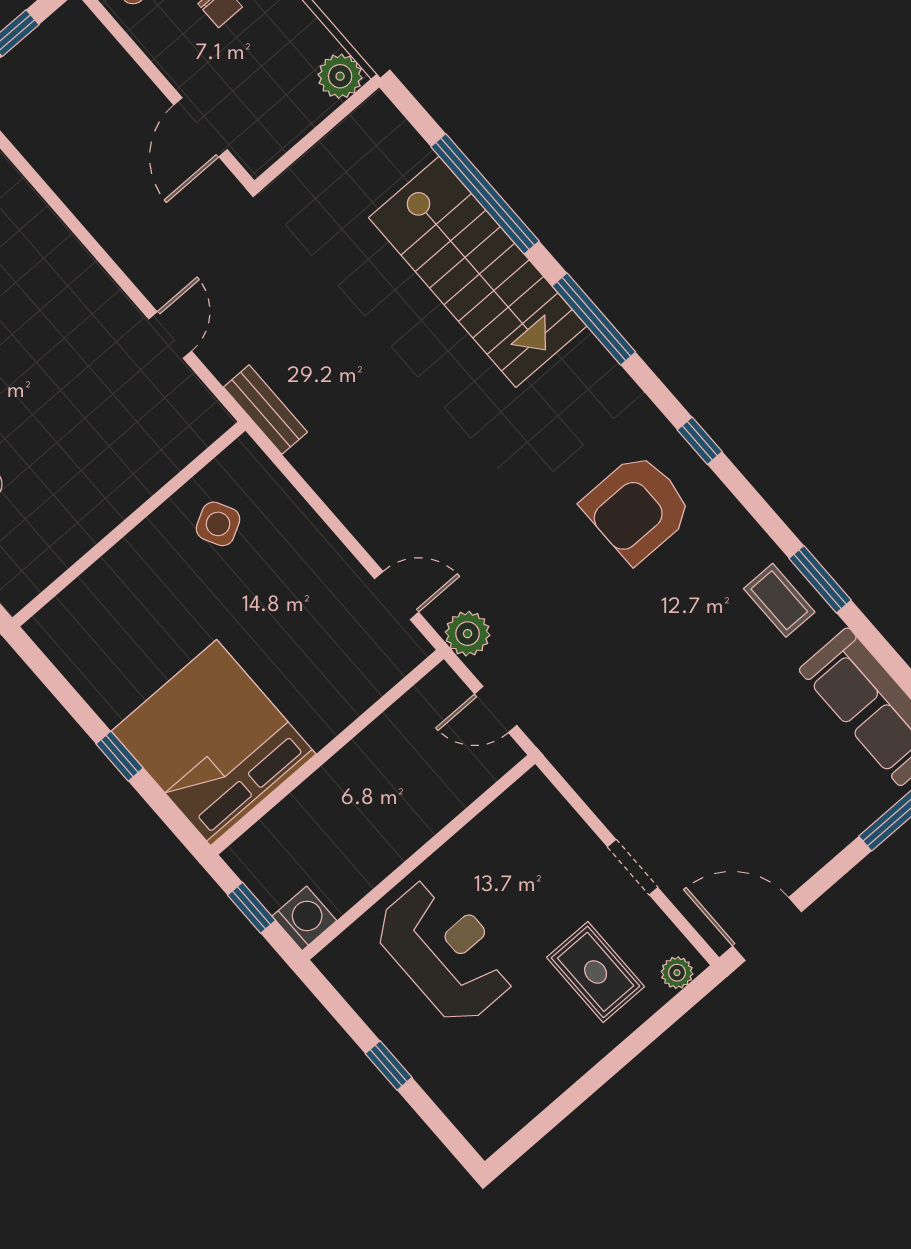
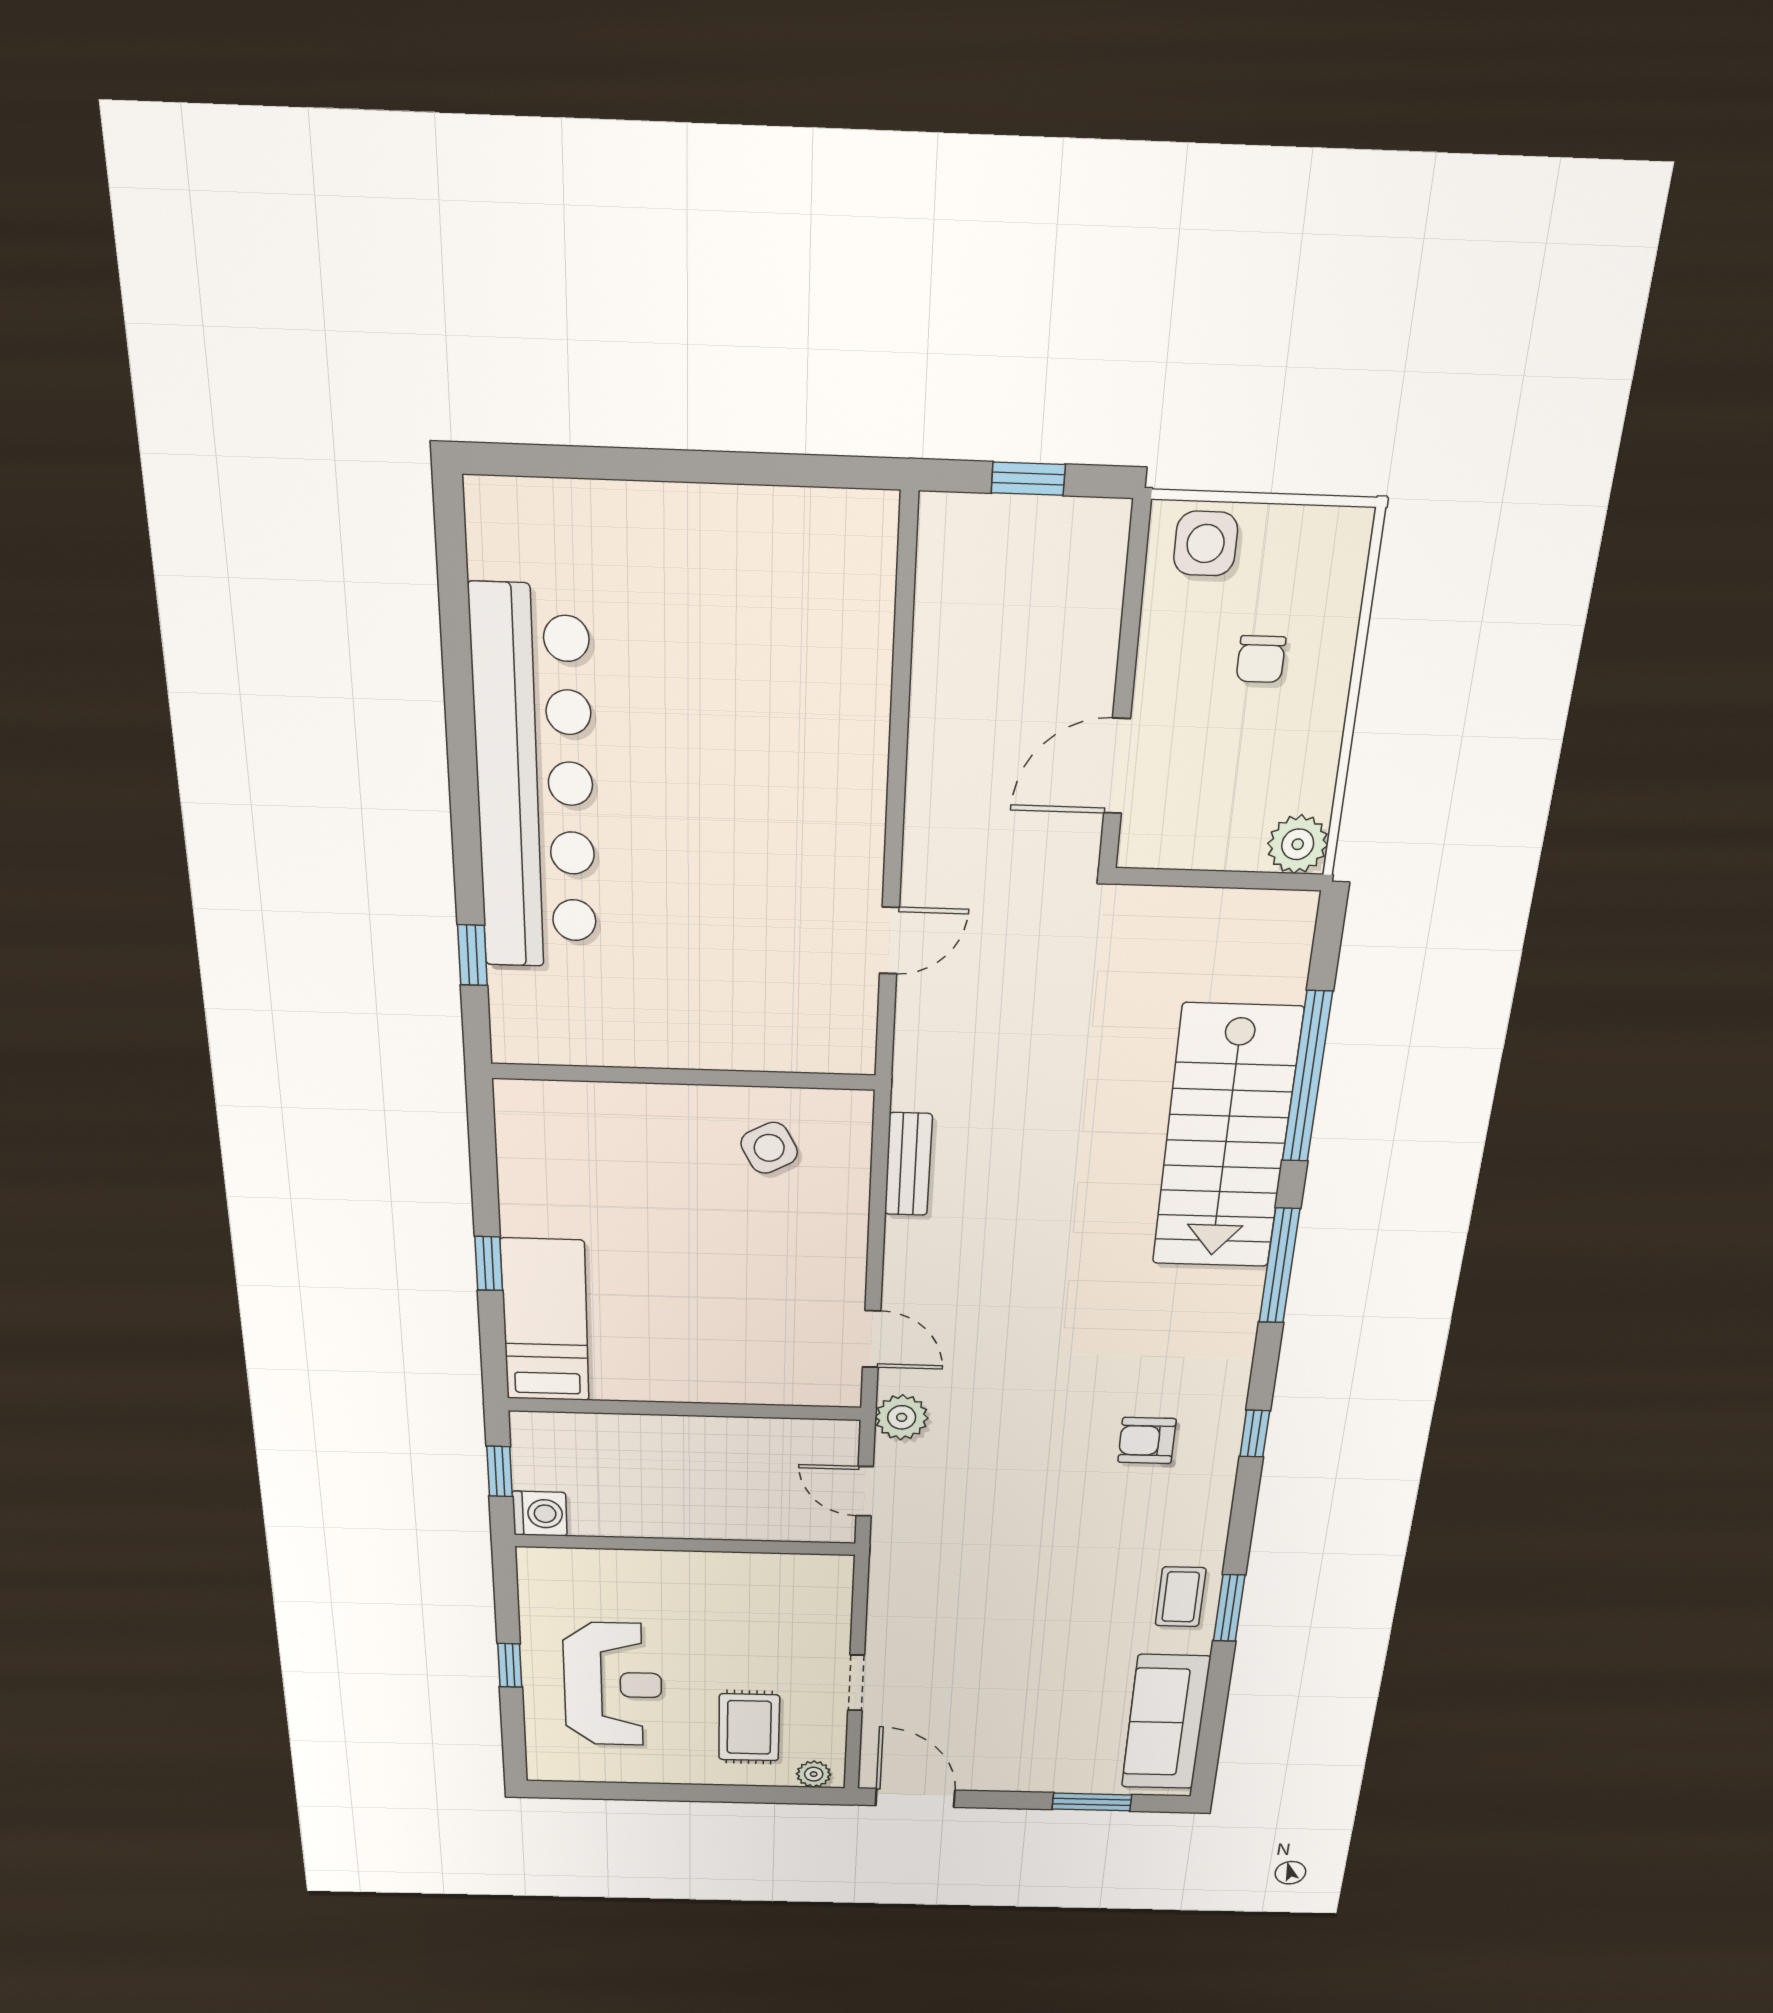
bench: (265, 410) -> (908, 1164), moved
armchair: (637, 508) -> (1147, 1441), width x0.53, depth x0.53
bed: (214, 743) -> (545, 1321), width x0.49
reception desk: (446, 951) -> (613, 1684), moved

